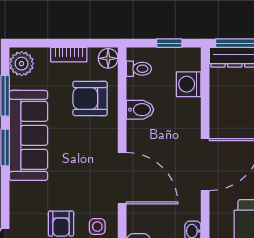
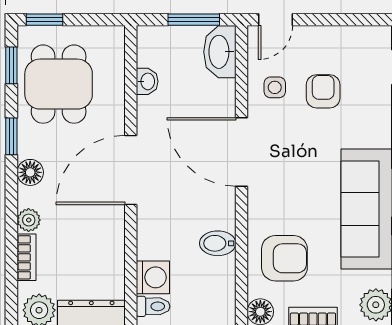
toilet: (139, 69) -> (153, 306), moved, turned 180

